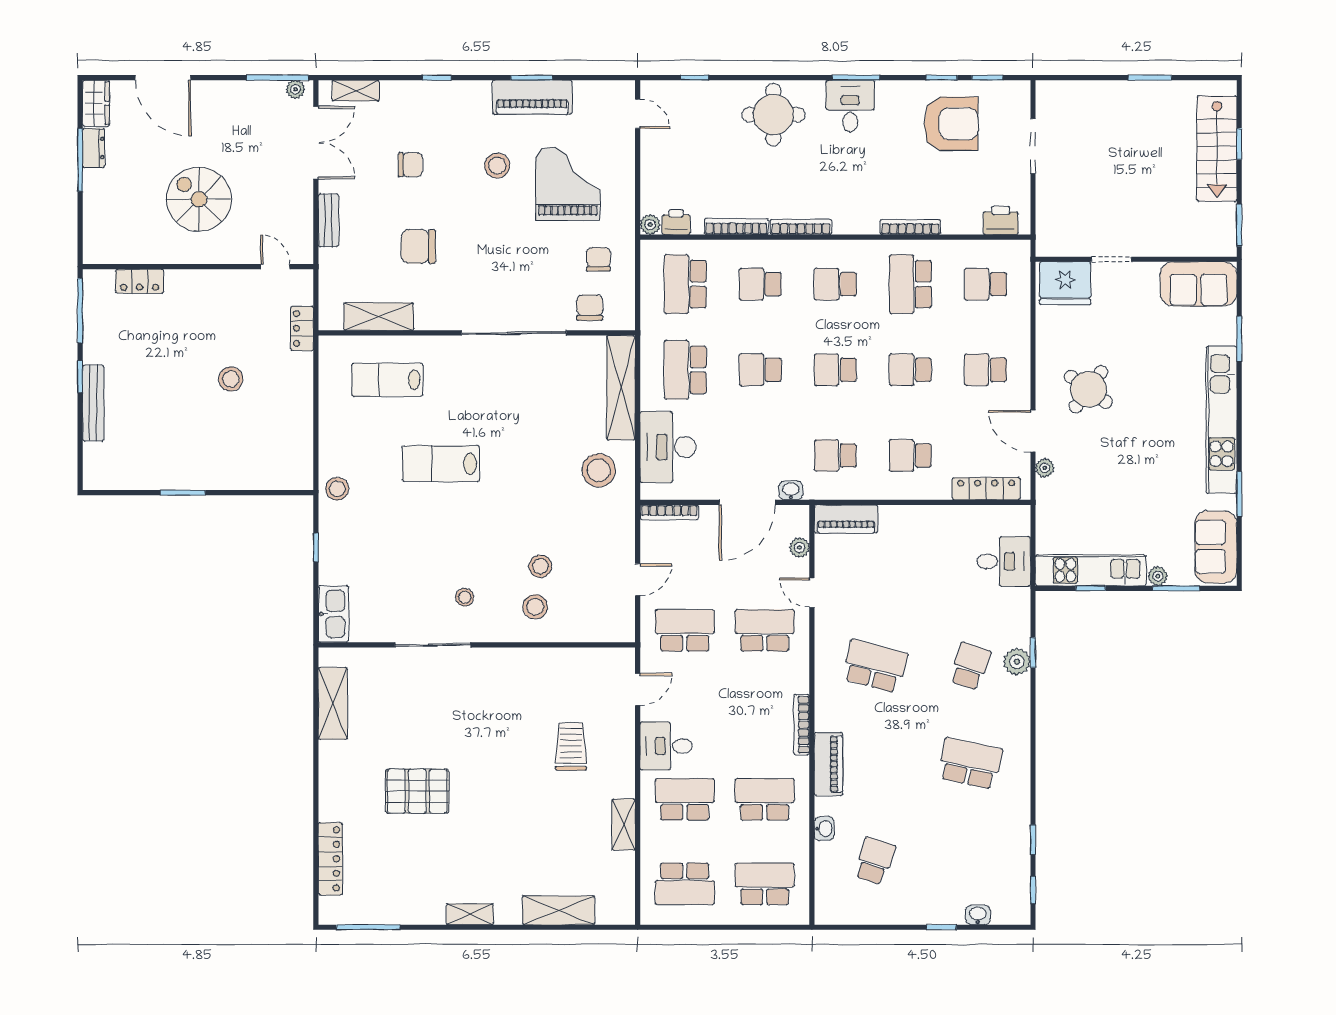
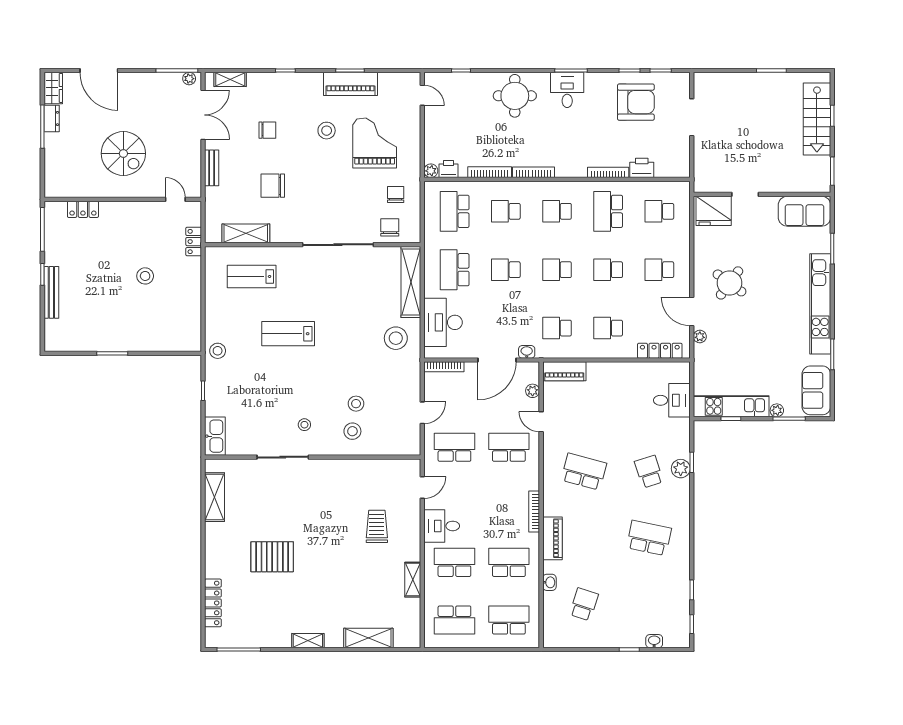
spiral stairs: (199, 199) -> (123, 153), turned 180
printer: (1001, 220) -> (642, 168), moved
school desk: (970, 666) -> (649, 472), turned -36

